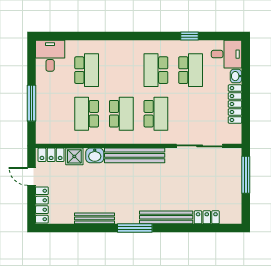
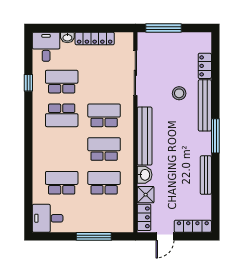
school desk: (87, 114) -> (104, 183), turned 180
stool: (179, 191) -> (179, 93), added

